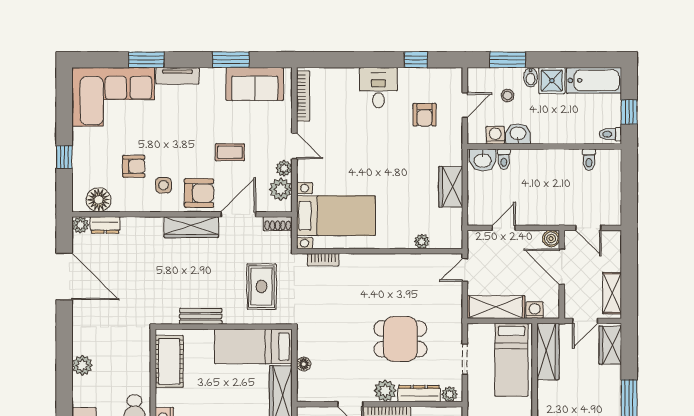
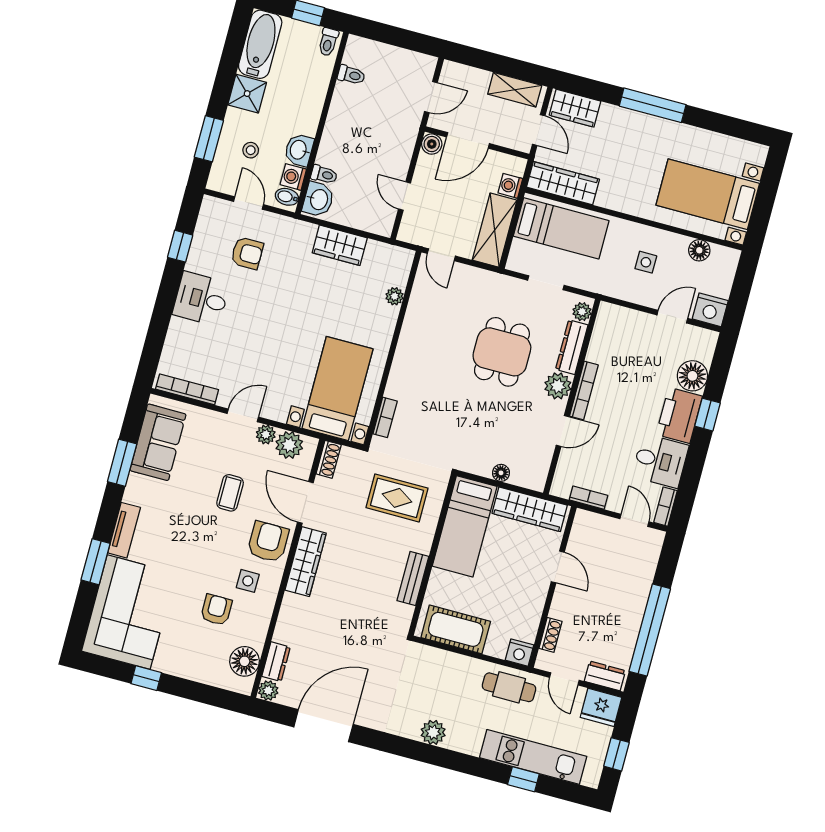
bidet: (531, 77) -> (287, 197), moved, turned 180
window: (64, 157) -> (146, 678), moved

